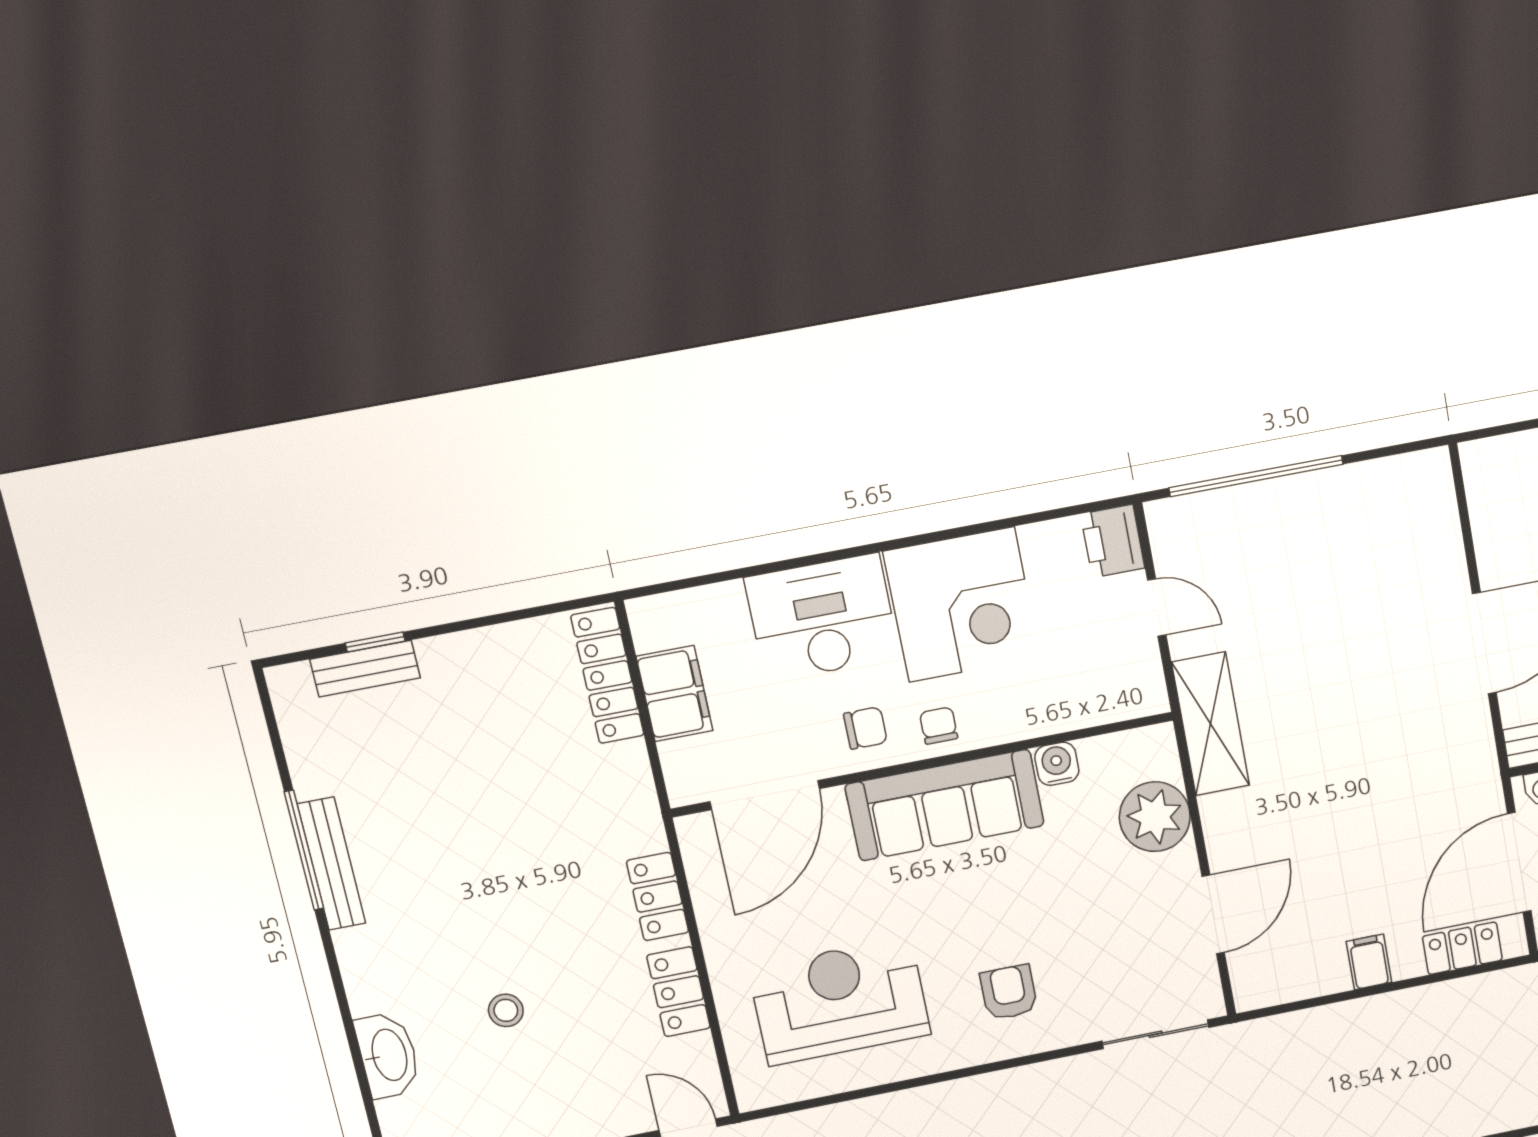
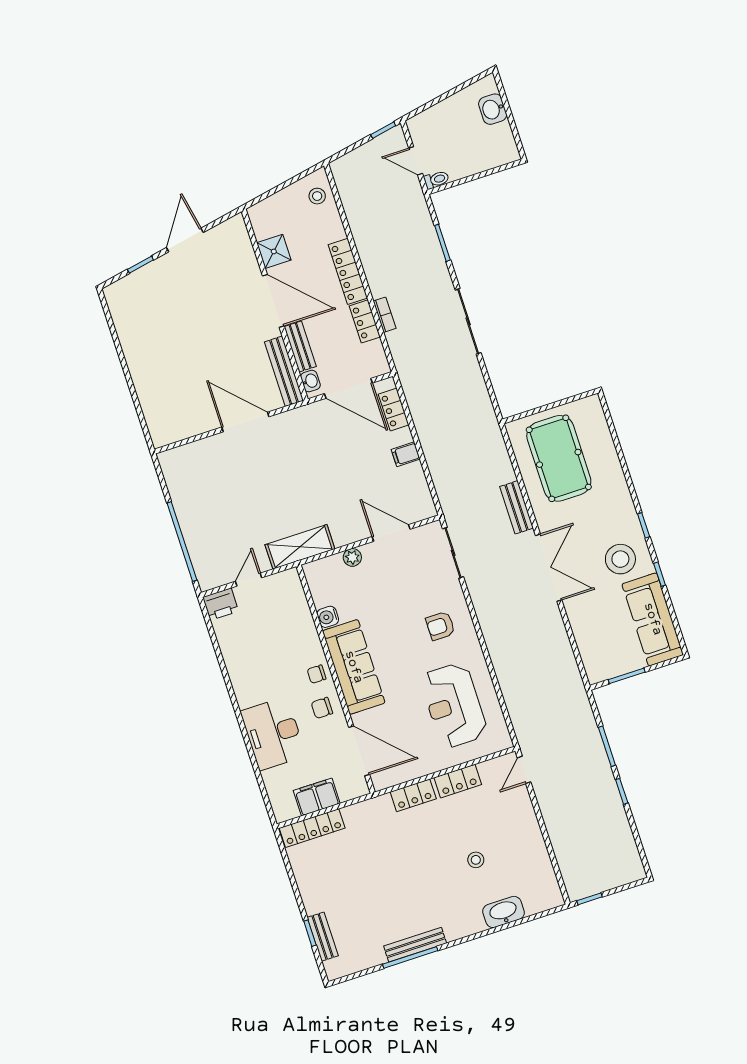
corner desk: (962, 605) -> (259, 670), removed
chair: (865, 728) -> (322, 708), turned -90
plant: (1155, 817) -> (352, 557), width x0.53, depth x0.53

